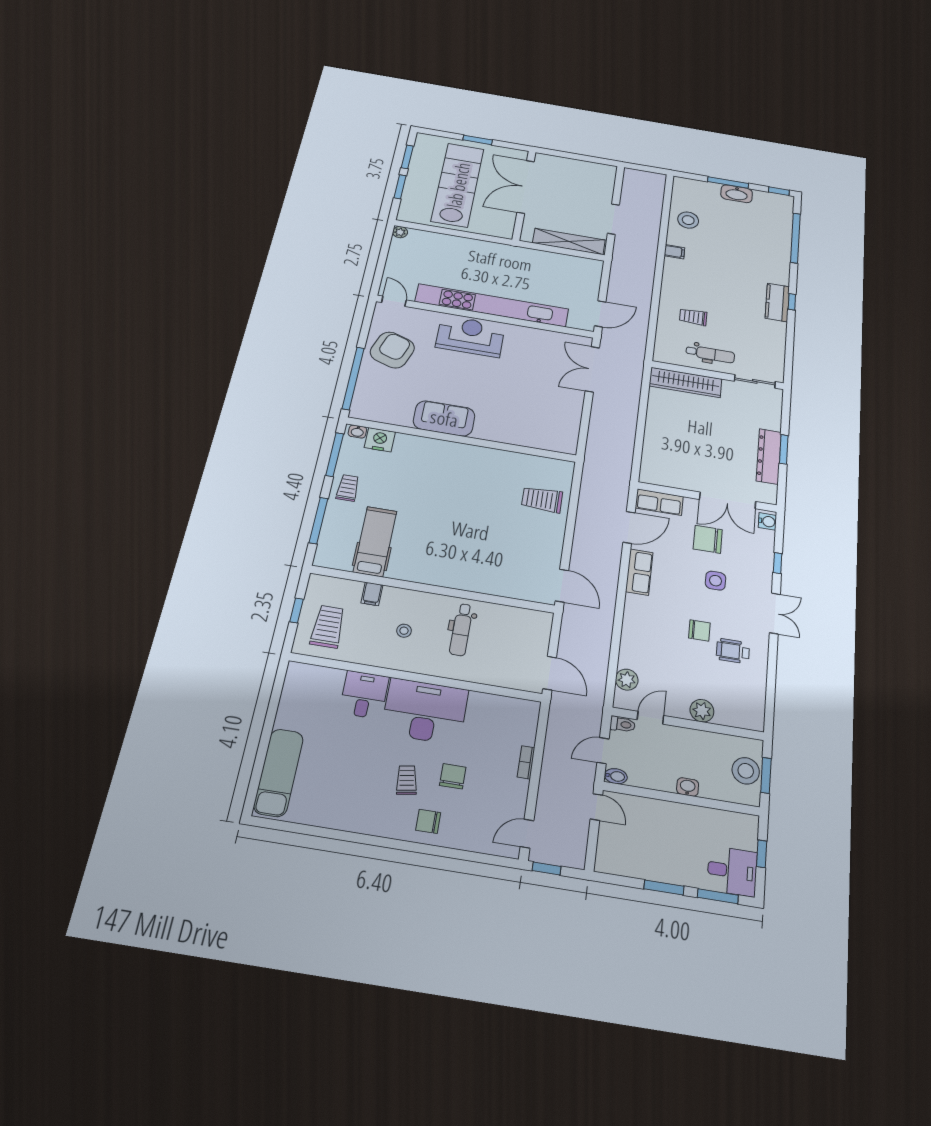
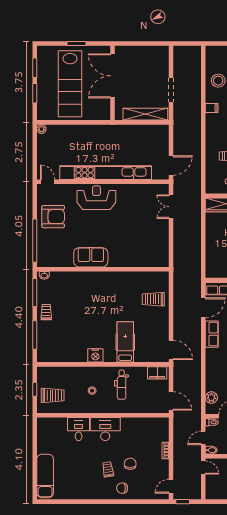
lab bench: (458, 185) -> (70, 84), turned 180
armchair: (392, 350) -> (53, 217), turned 71
double door: (592, 369) -> (171, 207), width x0.73
nightstand: (380, 440) -> (95, 355), moved, turned 180
hospital bed: (375, 541) -> (125, 342), moved
filing cabinet: (372, 594) -> (157, 373), moved, width x2.00
trolley: (328, 627) -> (53, 395), turned 90
desk: (425, 711) -> (105, 429), width x0.73, depth x0.77

